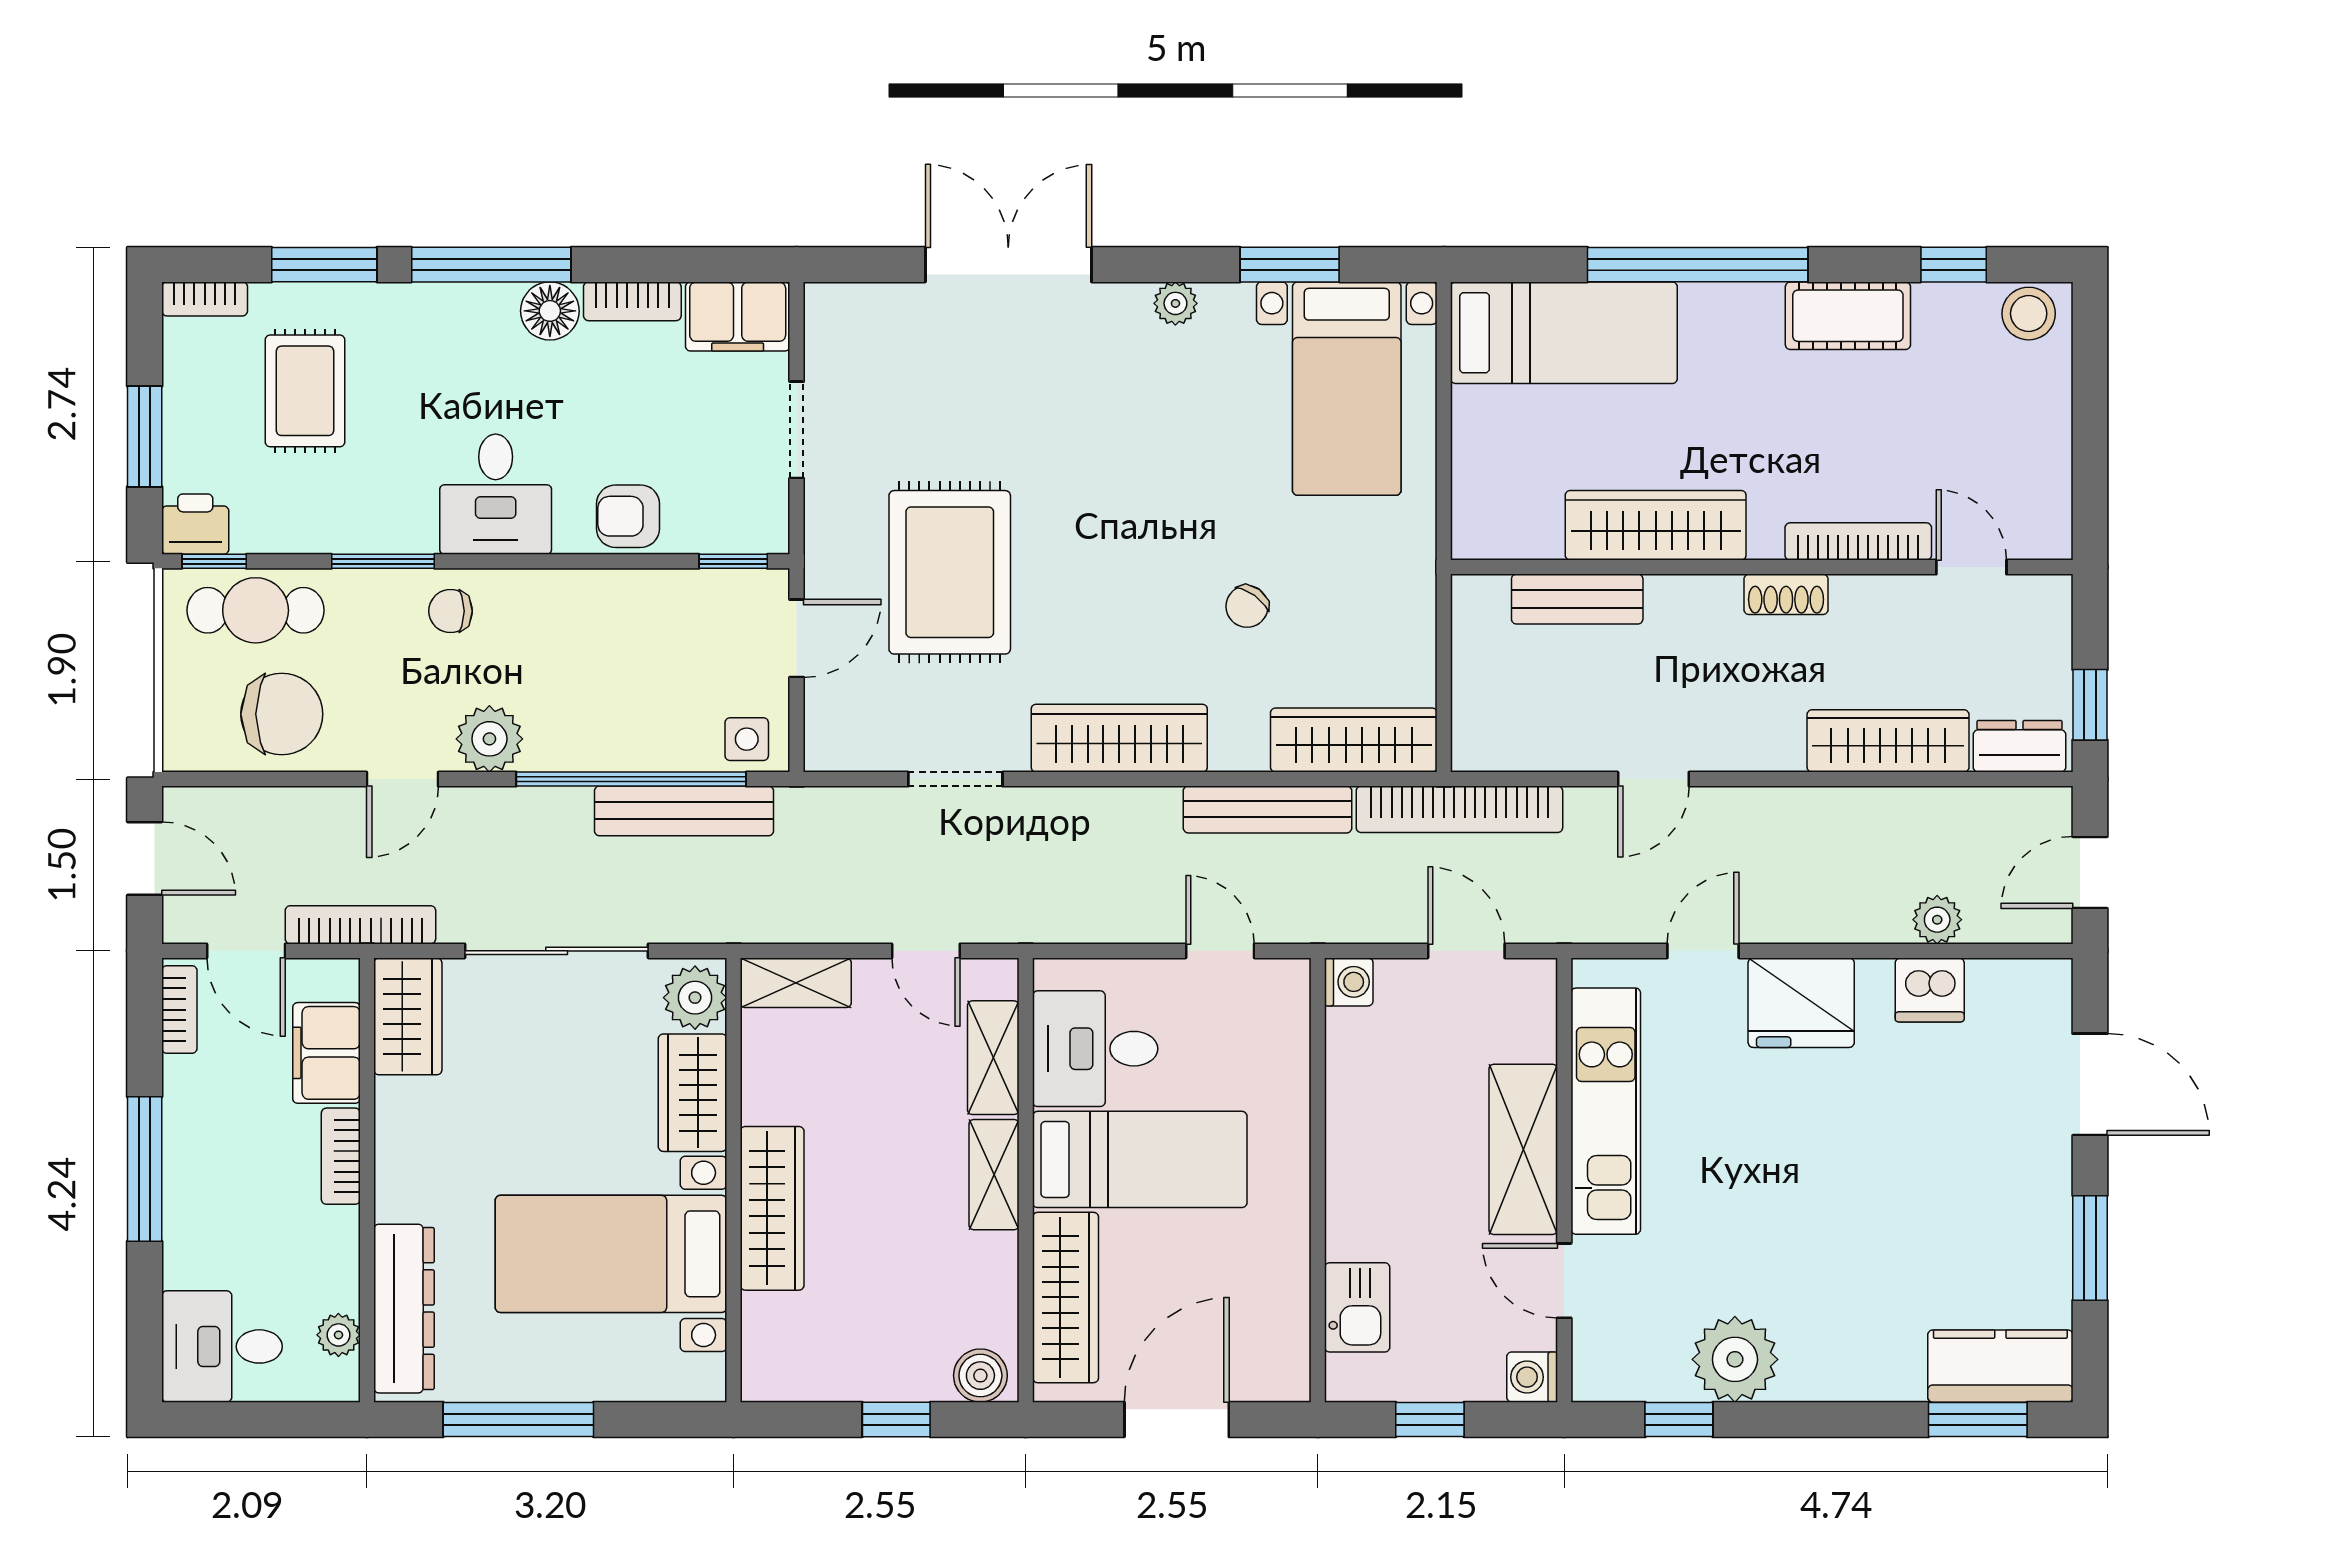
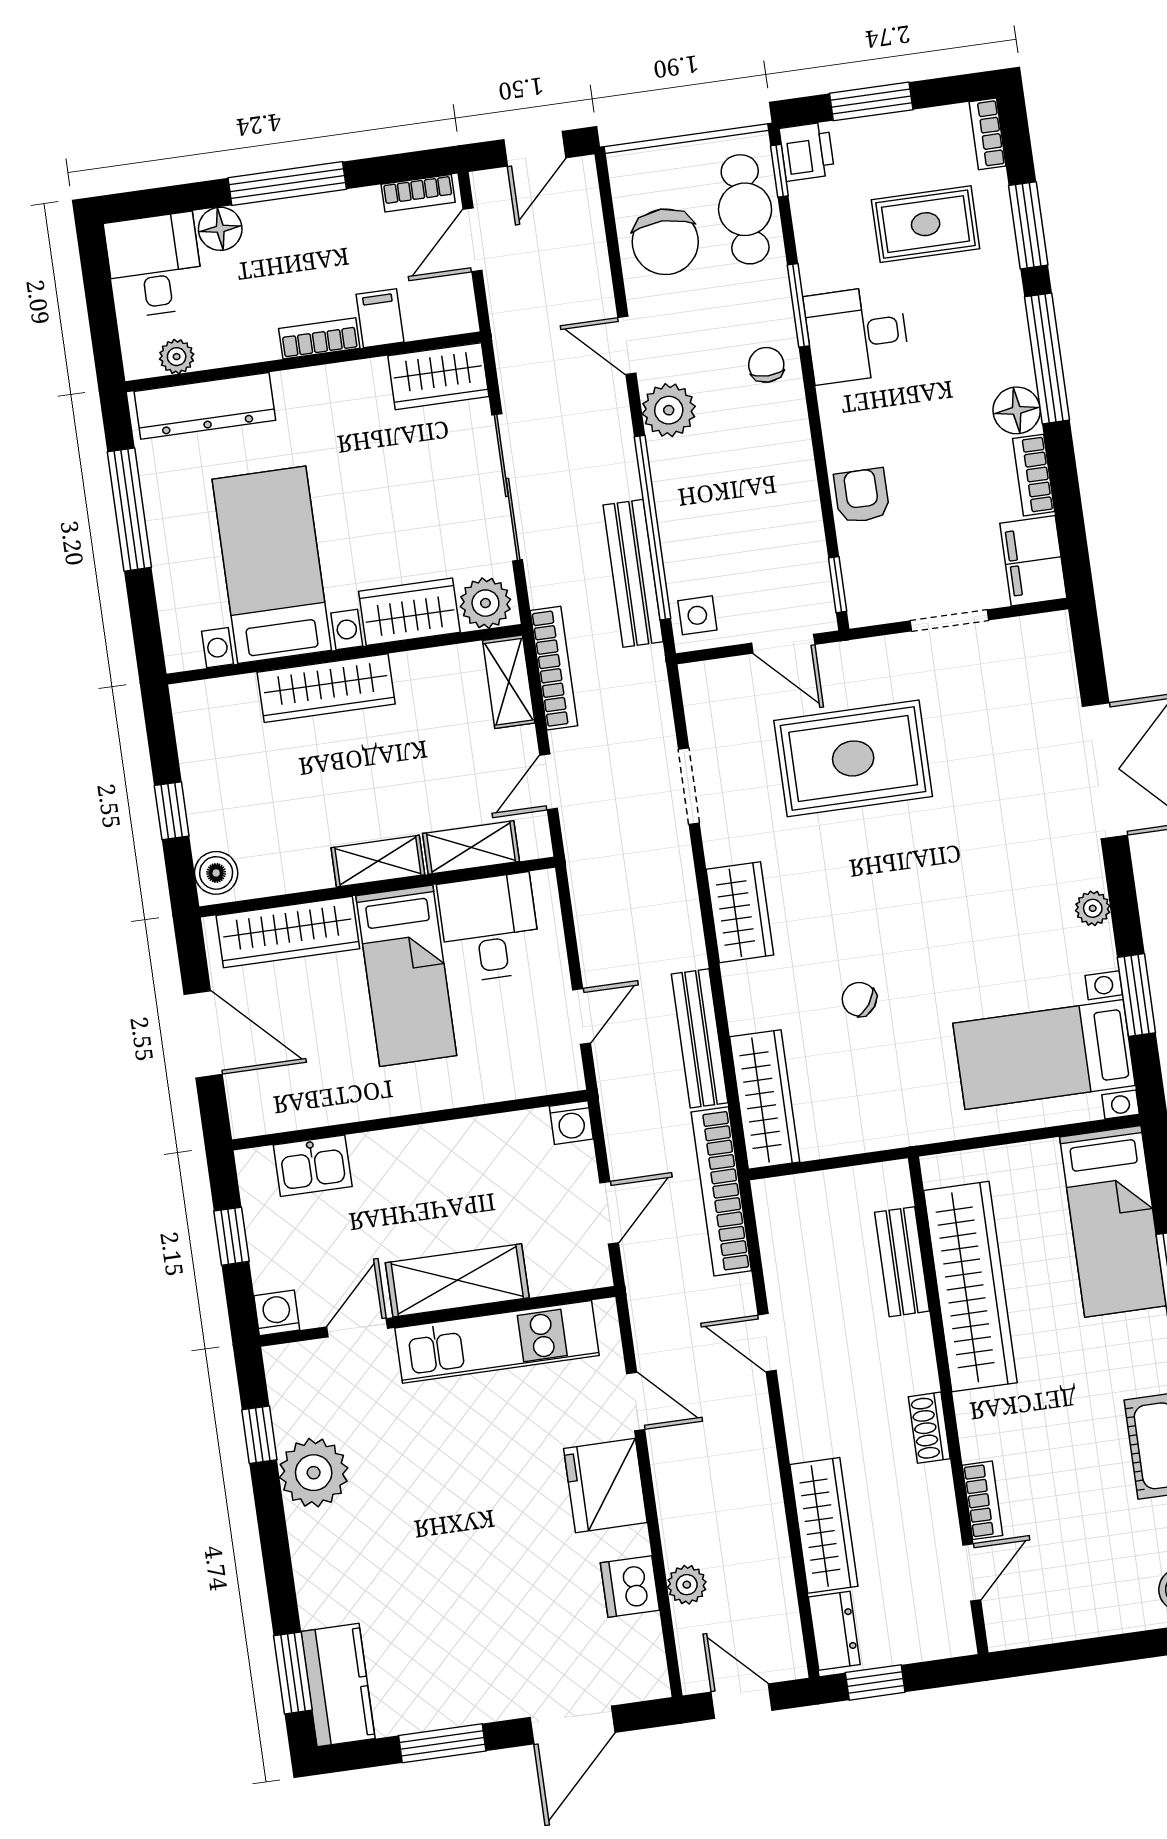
desk: (496, 494) -> (857, 334), moved
wardrobe: (1656, 525) -> (970, 1287), width x1.40, depth x1.17
bookcase: (1858, 541) -> (982, 1500), width x0.64
wardrobe: (1119, 738) -> (740, 912), width x0.67
bookcase: (360, 925) -> (554, 668), moved
filing cabinet: (326, 1053) -> (380, 318), width x0.50
floor lamp: (189, 1259) -> (220, 229), added

